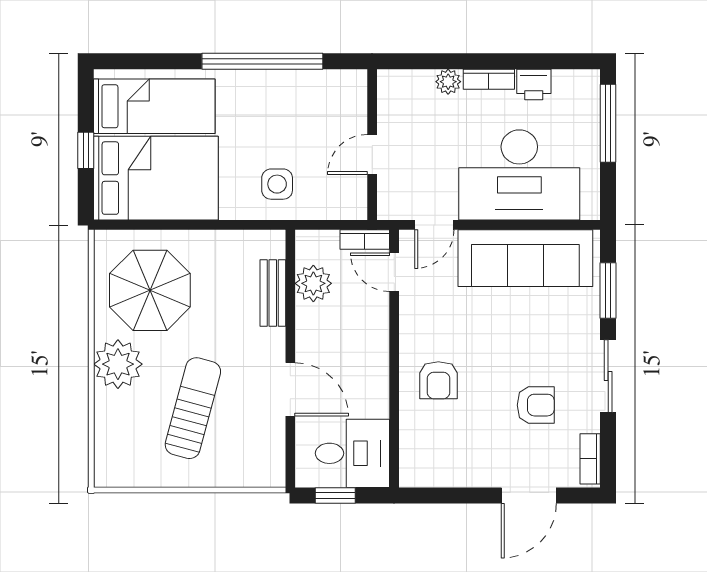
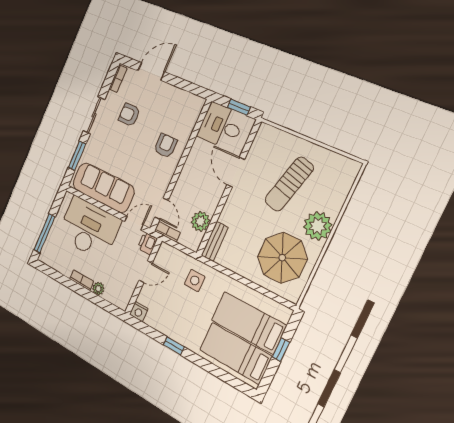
window: (262, 61) -> (174, 346), width x0.32
nightstand: (352, 83) -> (139, 312), added
printer: (534, 84) -> (147, 243), moved, turned -90
bed: (156, 178) -> (248, 323), width x0.67
bench: (273, 293) -> (215, 241), moved

